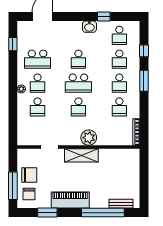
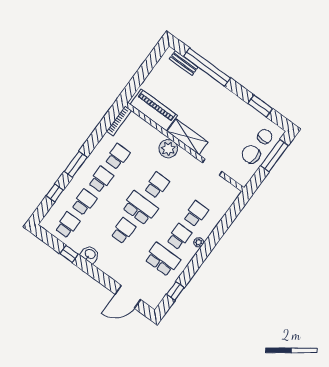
piano: (70, 200) -> (154, 110), moved, turned 180

